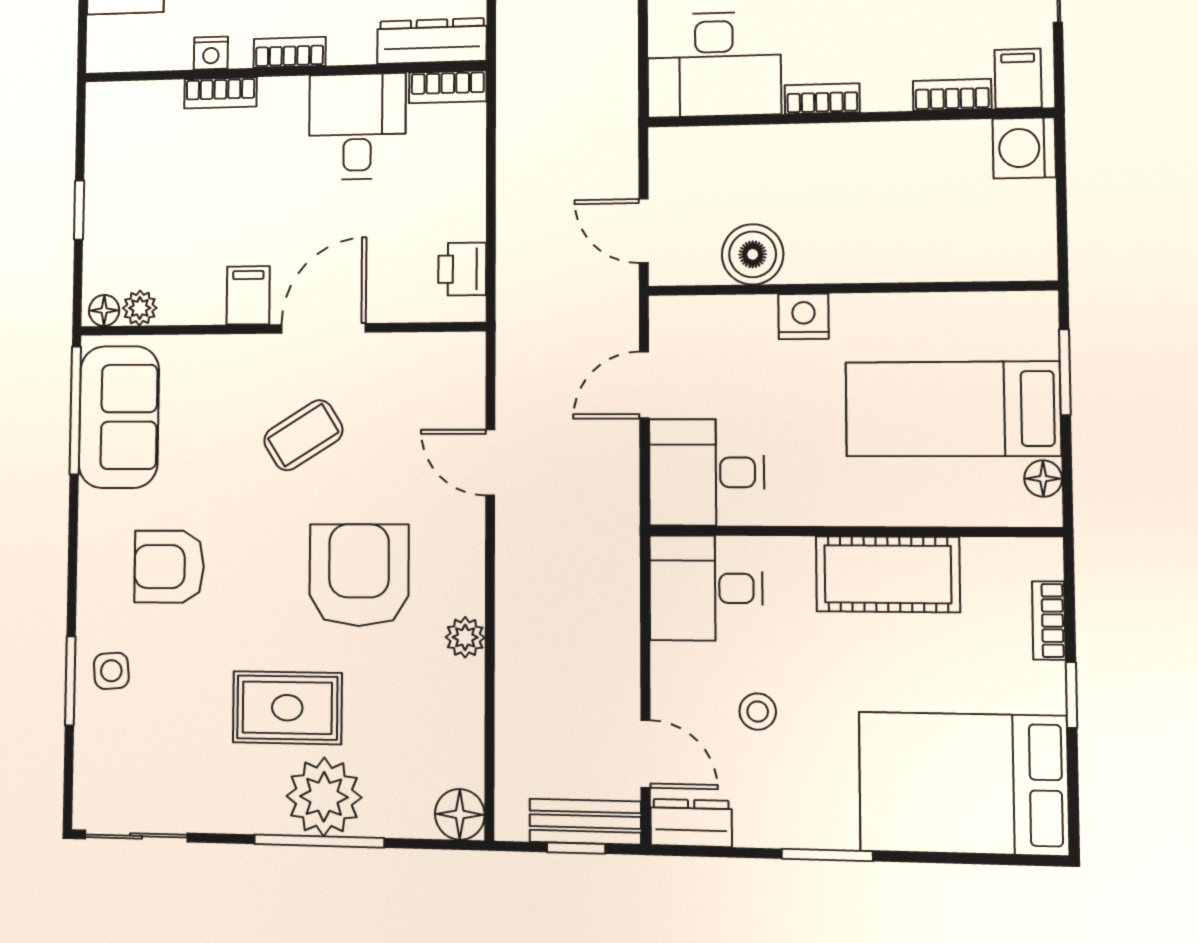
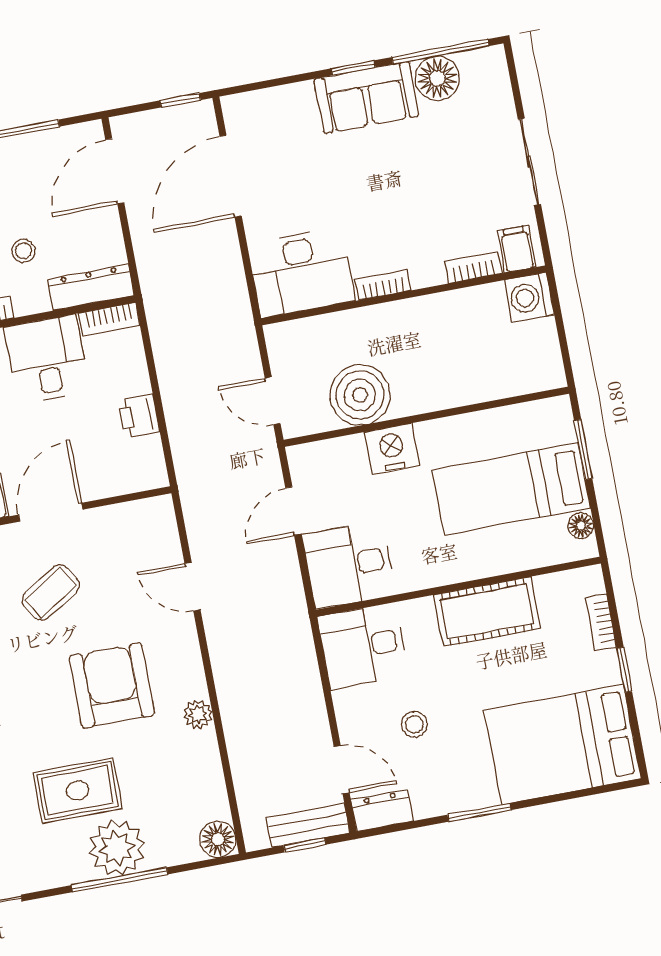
boiler: (753, 254) -> (360, 395), width x1.37, depth x1.37
printer: (462, 269) -> (139, 416), moved
nightstand: (804, 316) -> (392, 449), width x1.36, depth x1.33

